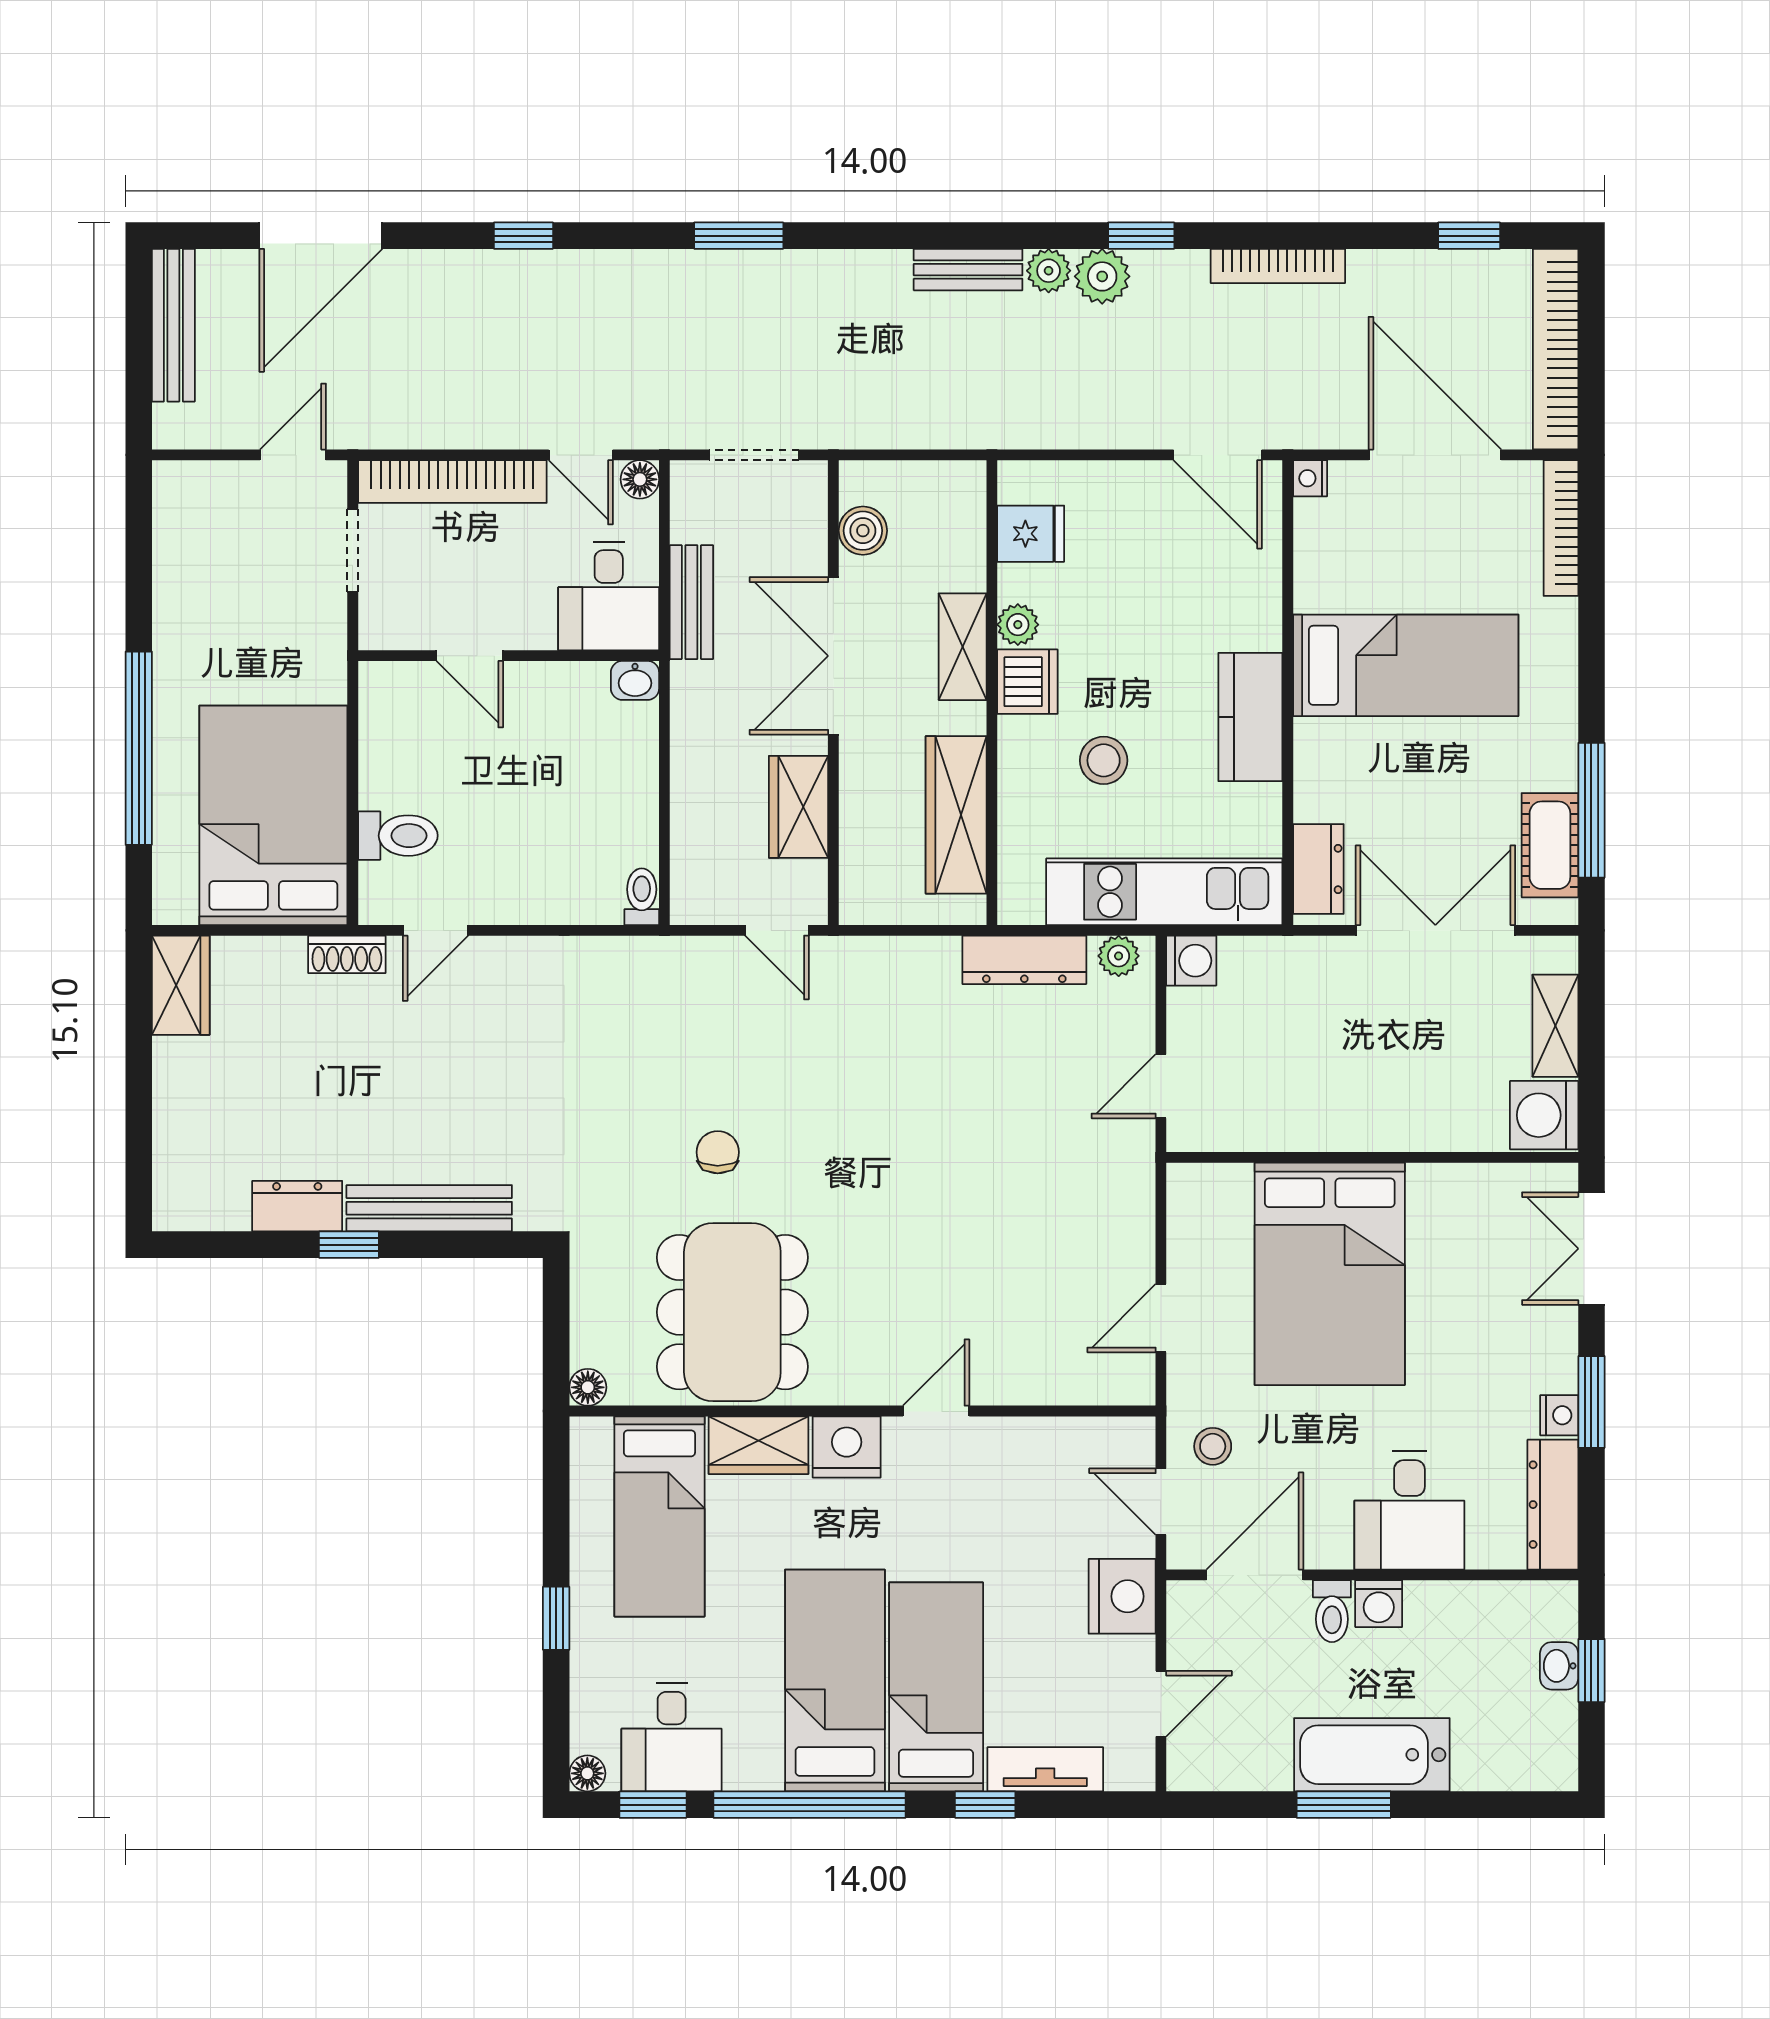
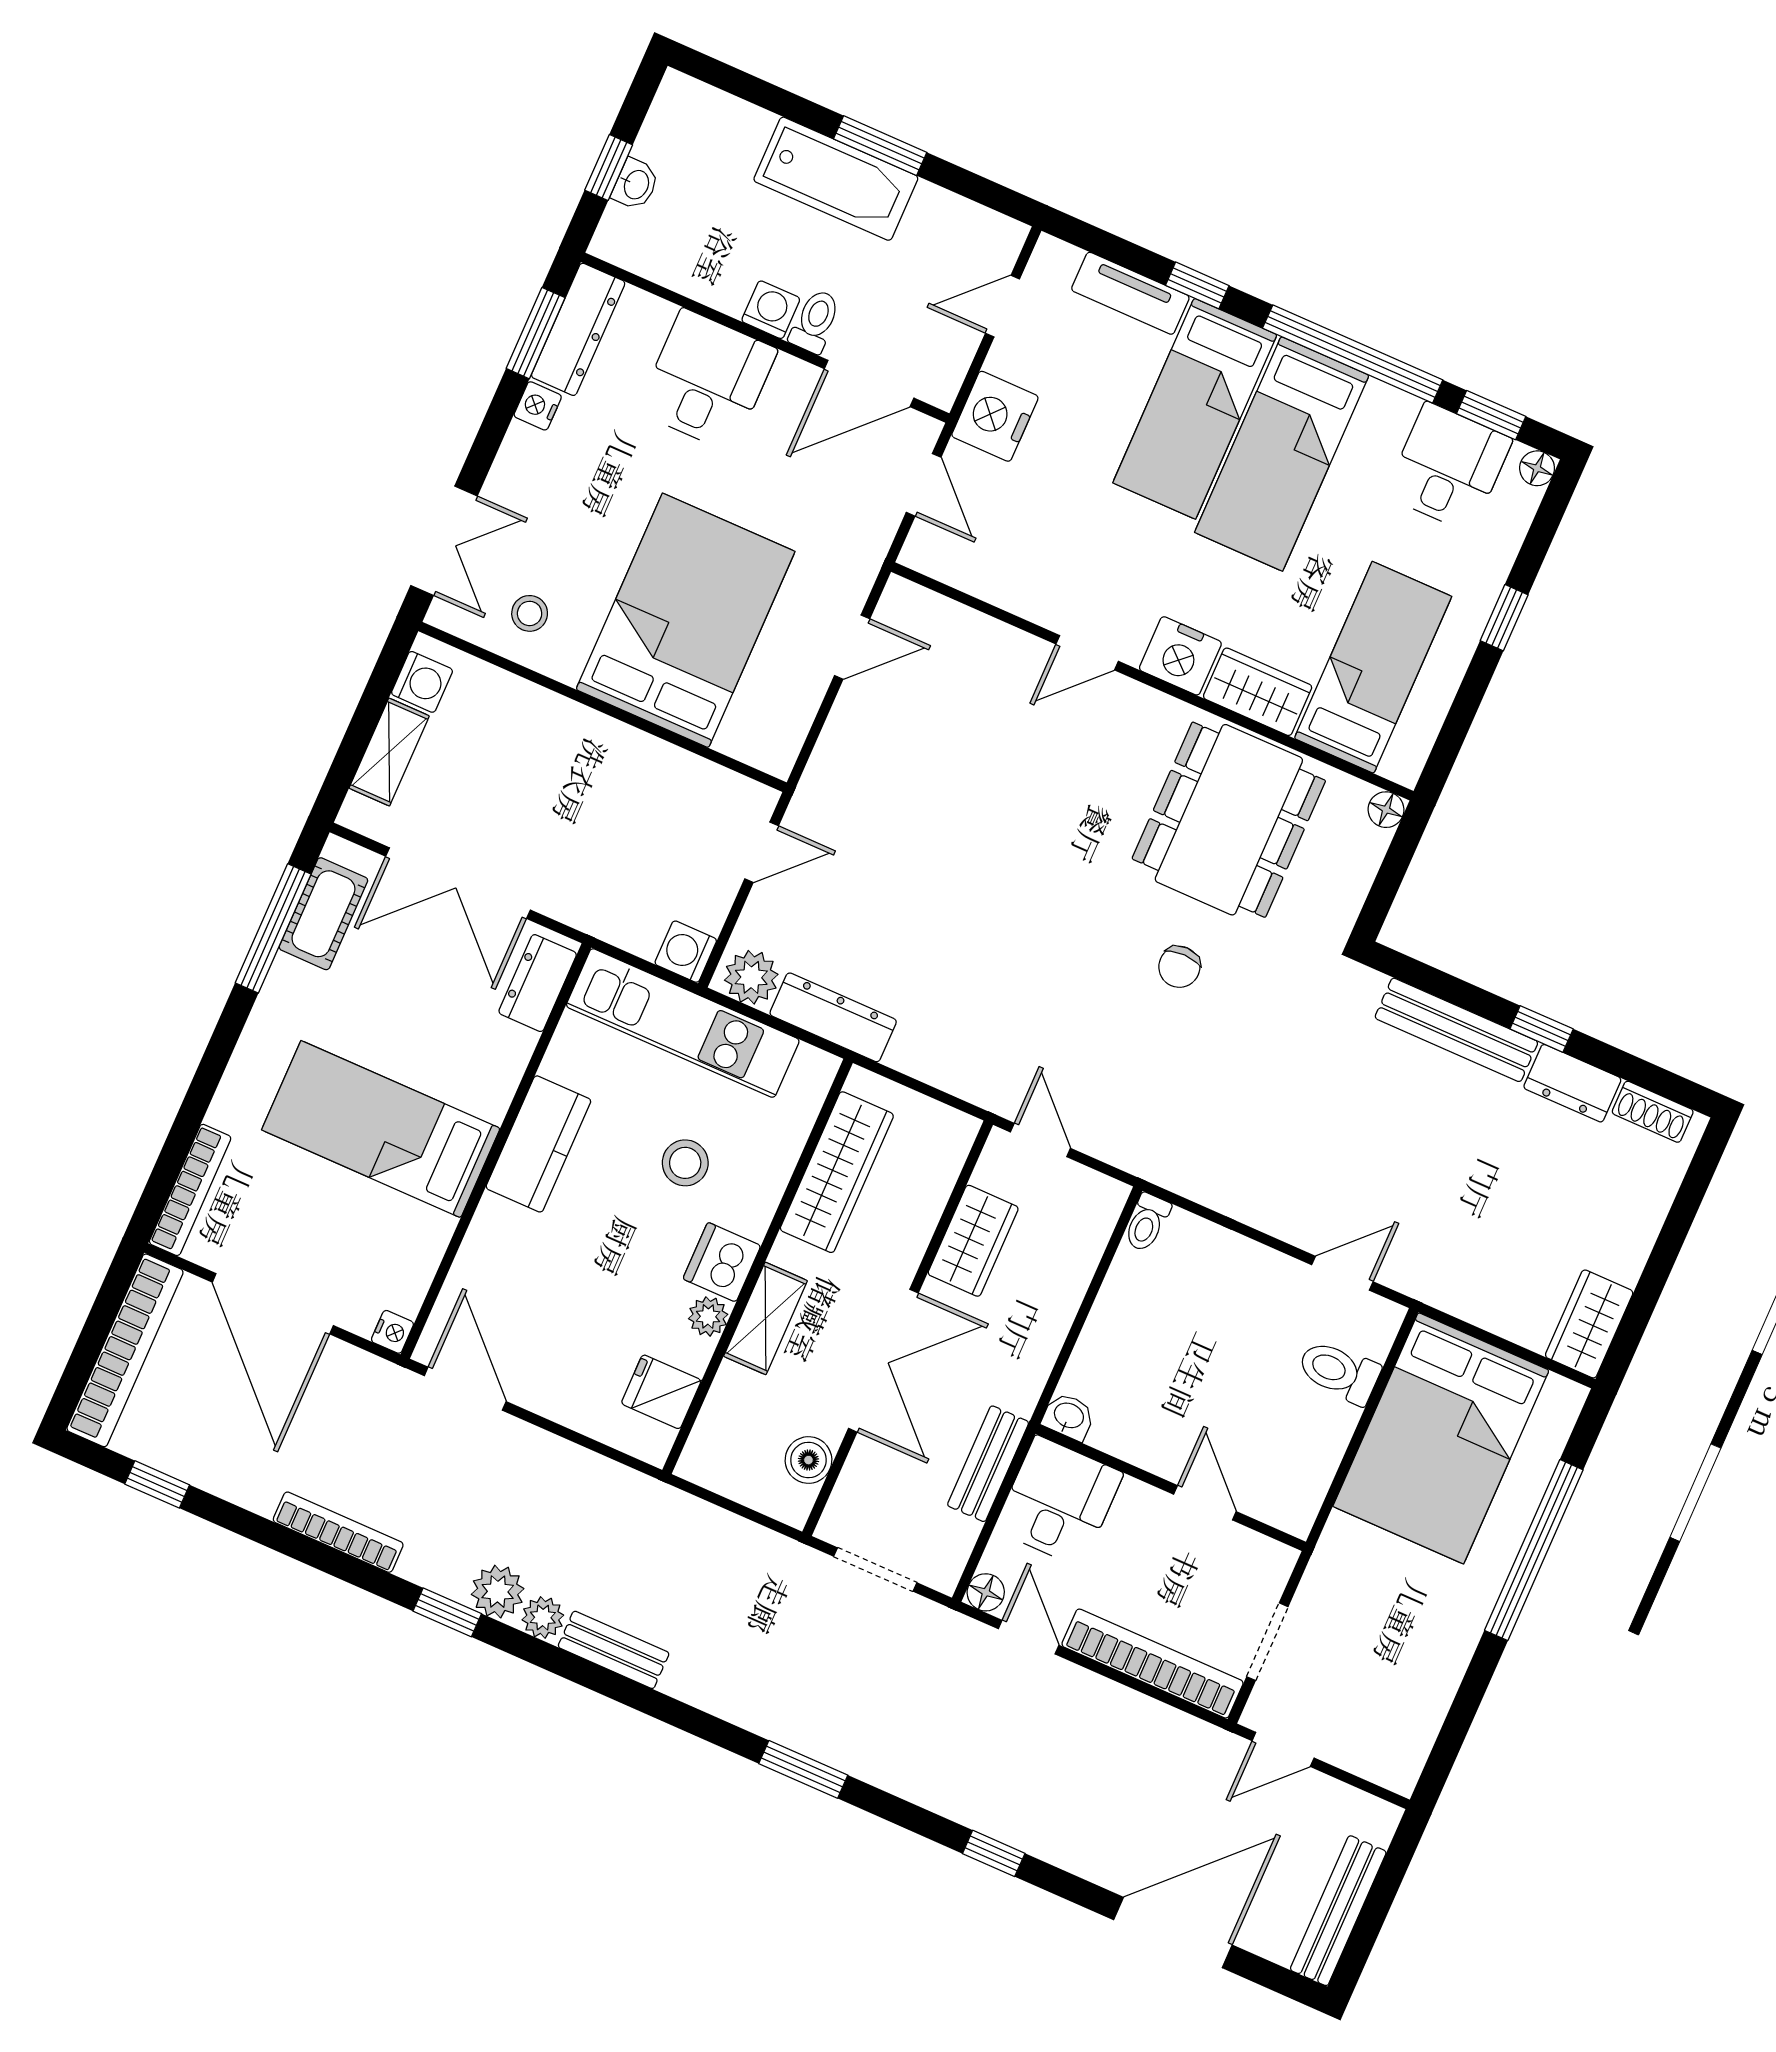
shoe rack: (347, 954) -> (1653, 1112), moved, turned 180
plant: (1119, 956) -> (751, 977), width x1.38, depth x1.38
washing machine: (1544, 1115) -> (422, 682), width x0.73, depth x0.73
window: (1591, 1402) -> (536, 333), moved
stool: (1213, 1446) -> (530, 613), moved

